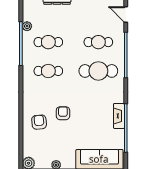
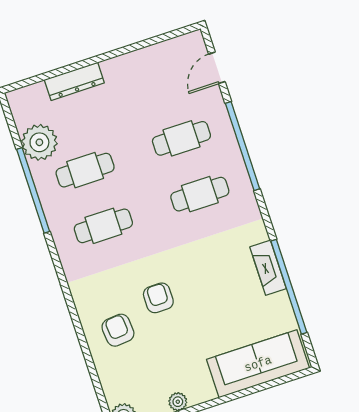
door: (126, 14) -> (217, 68), hinge flipped
plant: (27, 26) -> (39, 142), width x1.87, depth x1.87
cafe table: (98, 71) -> (200, 194), width x0.73, depth x0.74

